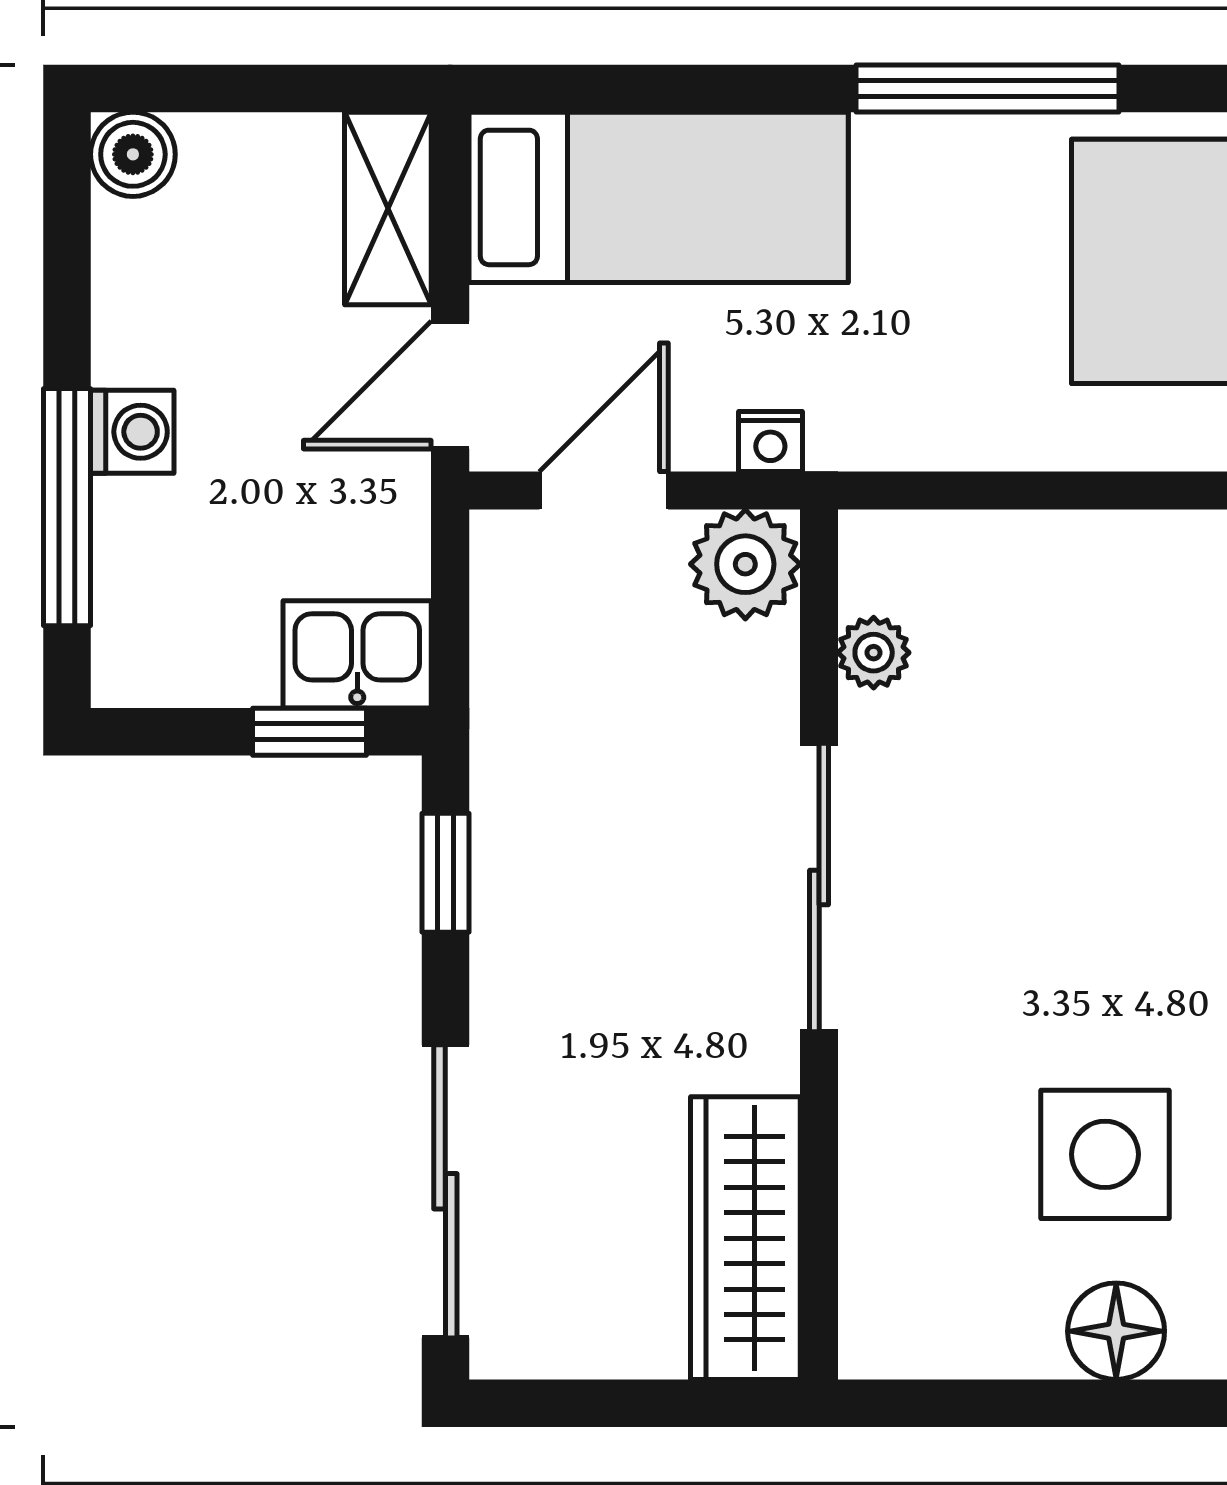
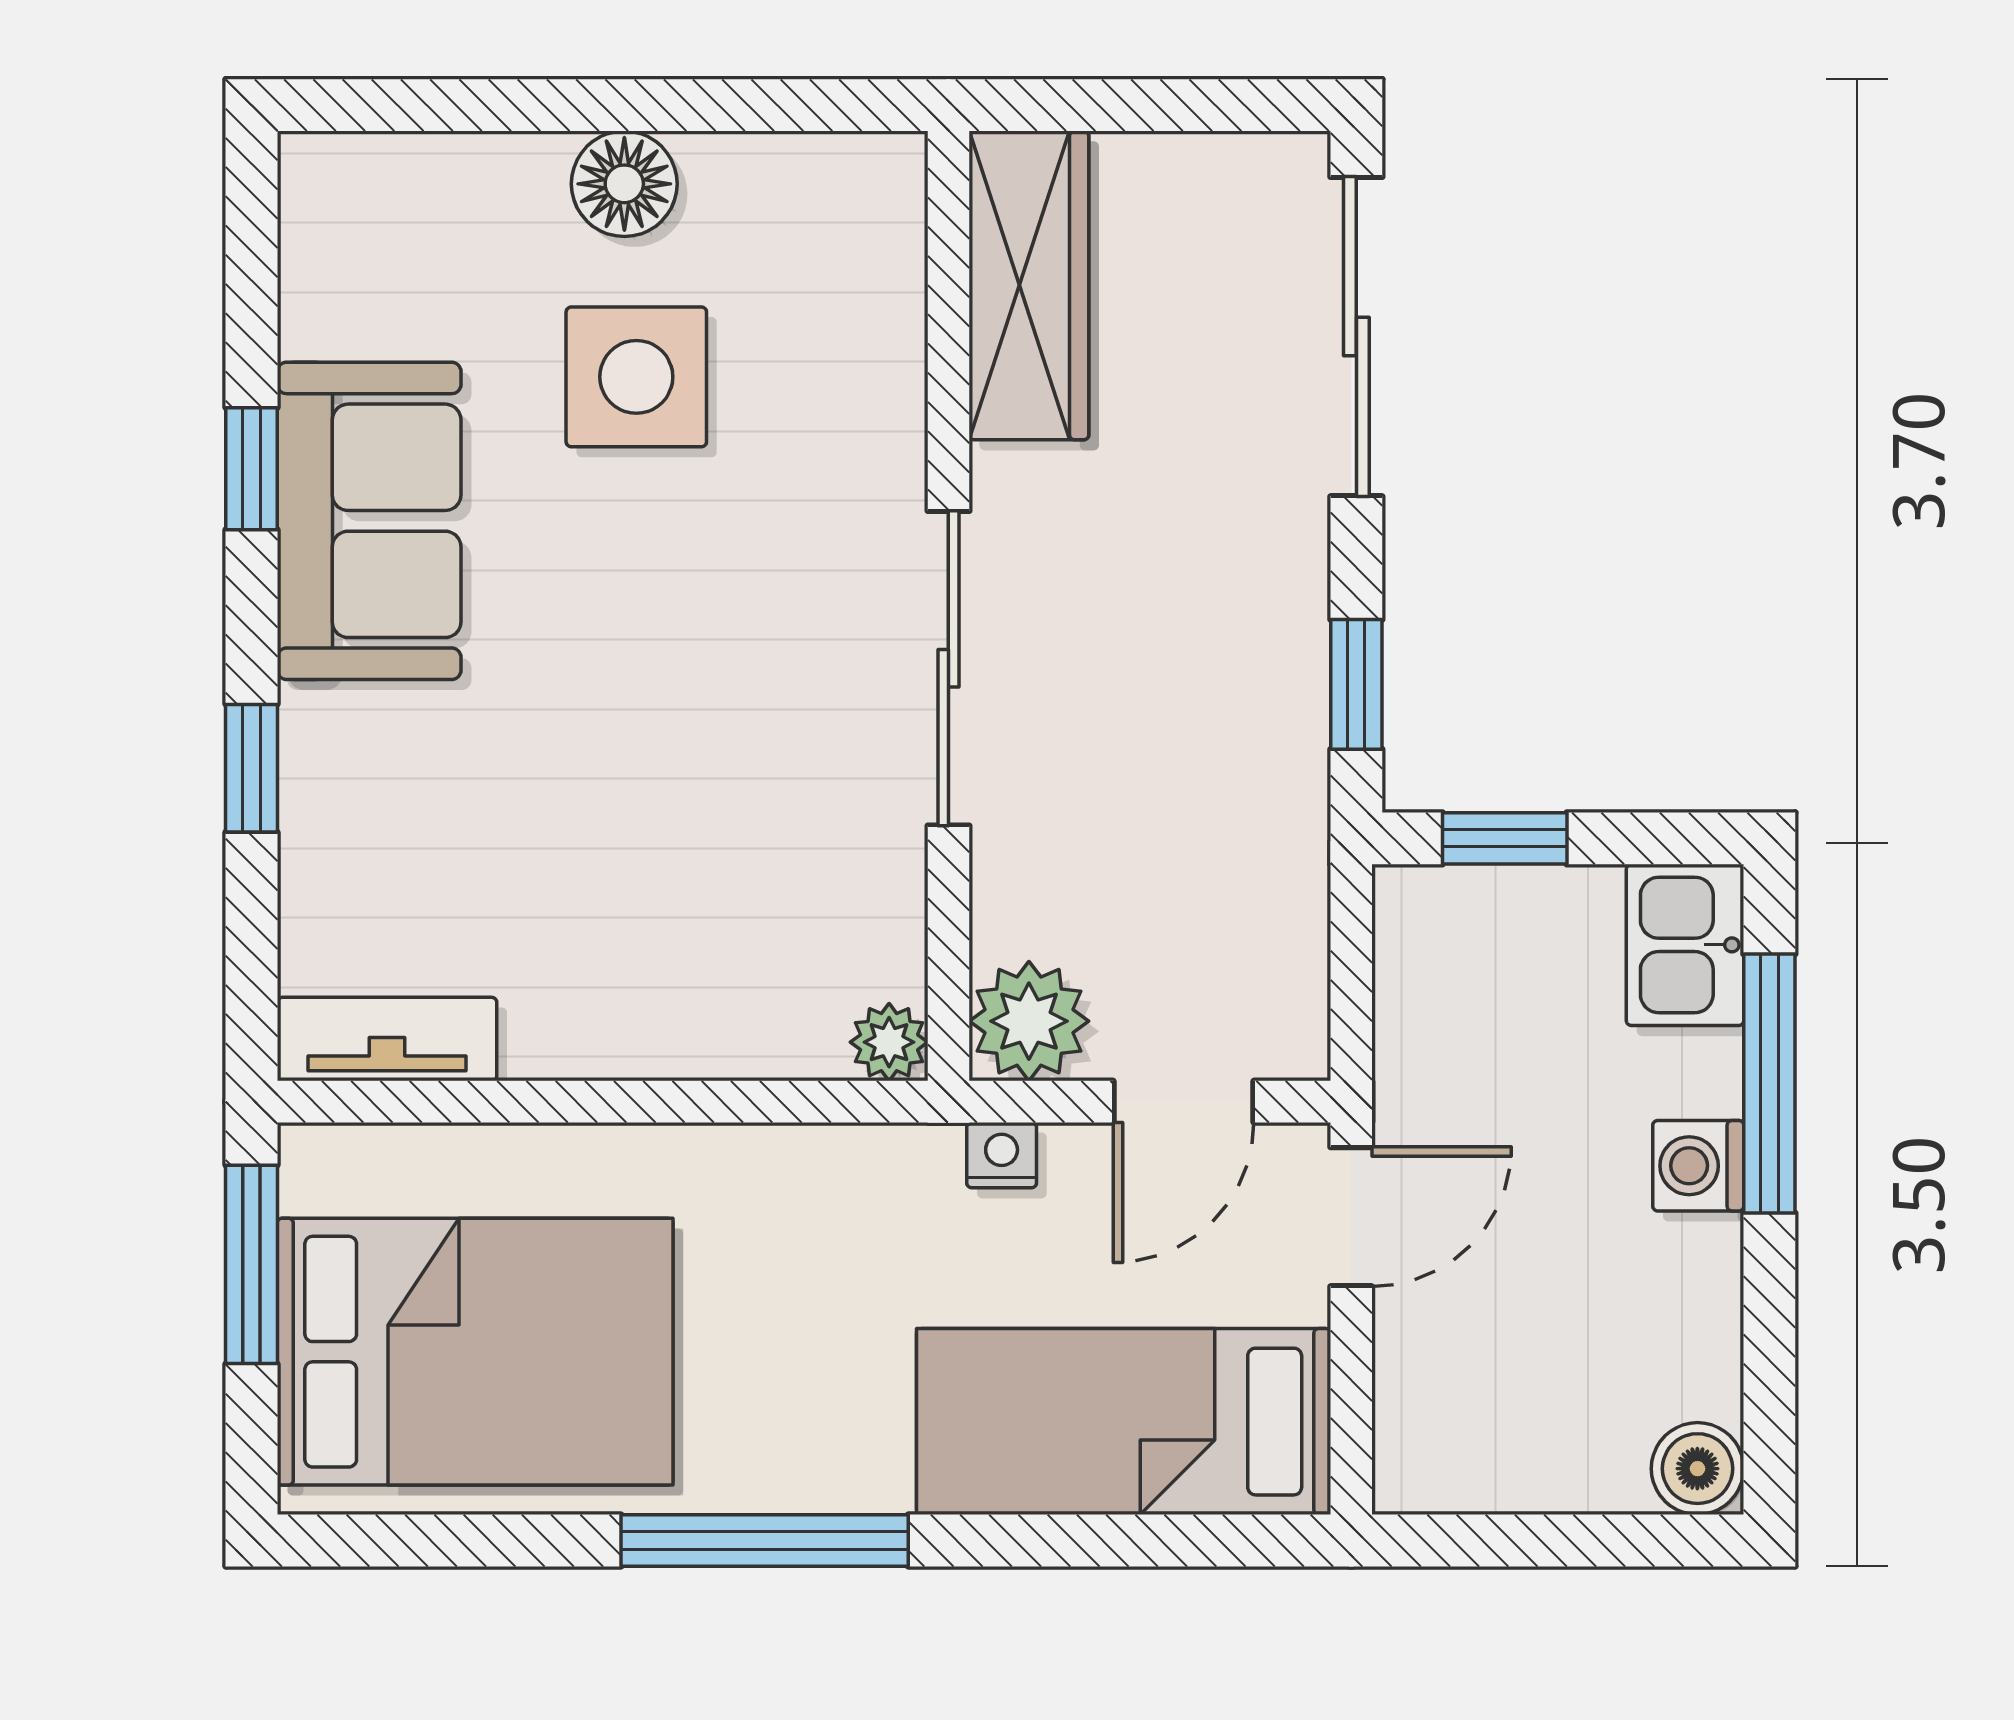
shelving: (388, 208) -> (1419, 1410), removed
plant: (874, 653) -> (889, 1042), moved
kitchen sink: (357, 654) -> (1685, 945), moved, turned 90

